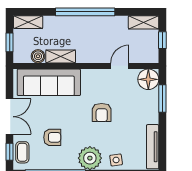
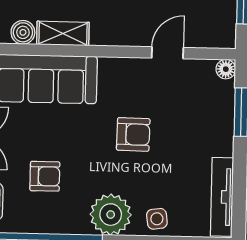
floor lamp: (148, 79) -> (226, 69), width x0.53, depth x0.53
armchair: (102, 113) -> (133, 134), turned -89

